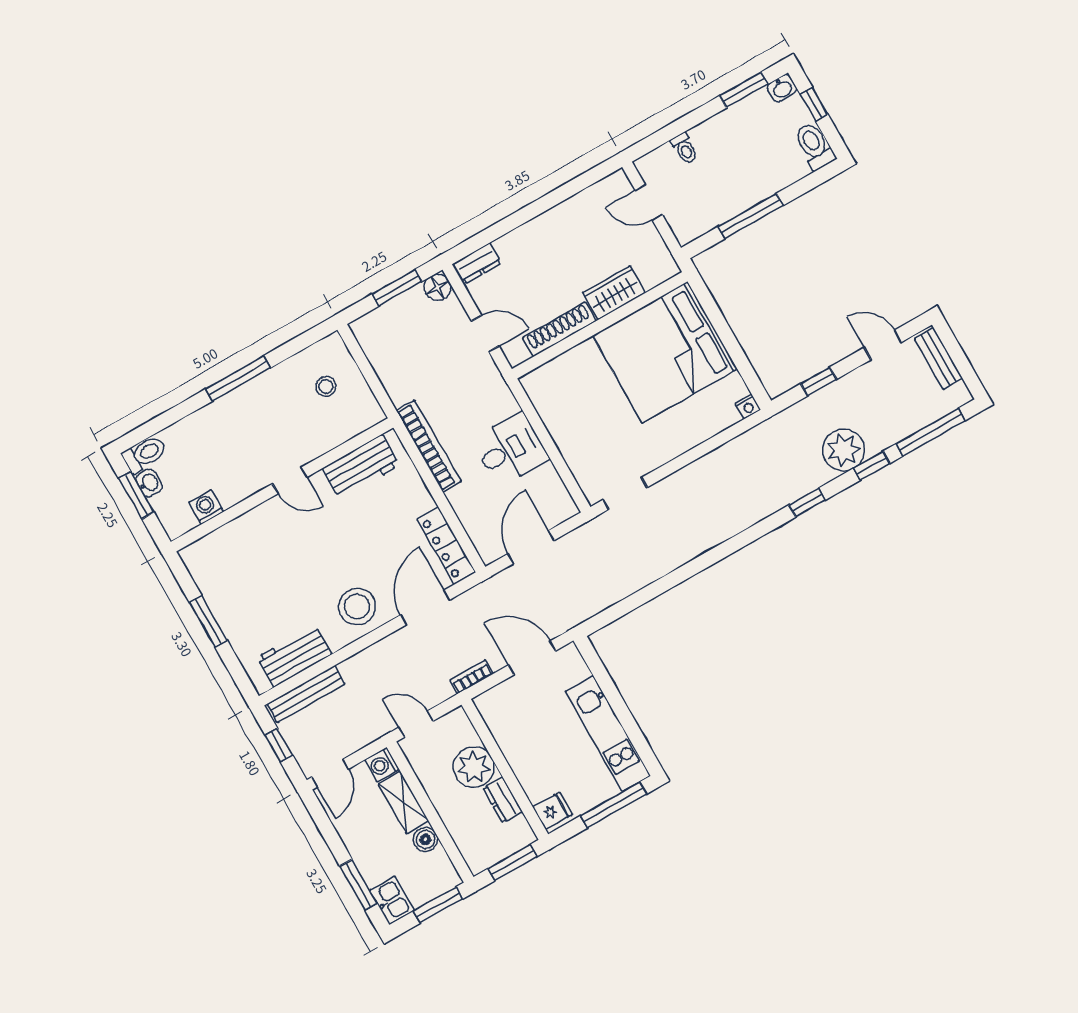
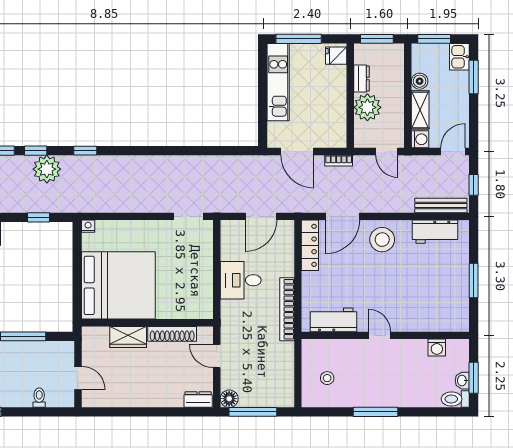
window: (397, 288) -> (253, 412), width x1.44

